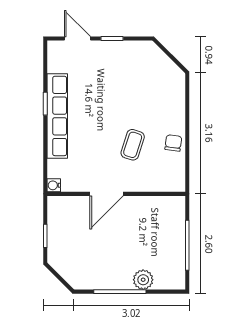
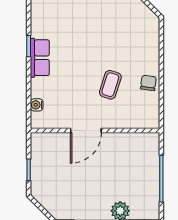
row of seats: (57, 116) -> (40, 58), width x0.50
water cooler: (54, 185) -> (37, 105), moved

